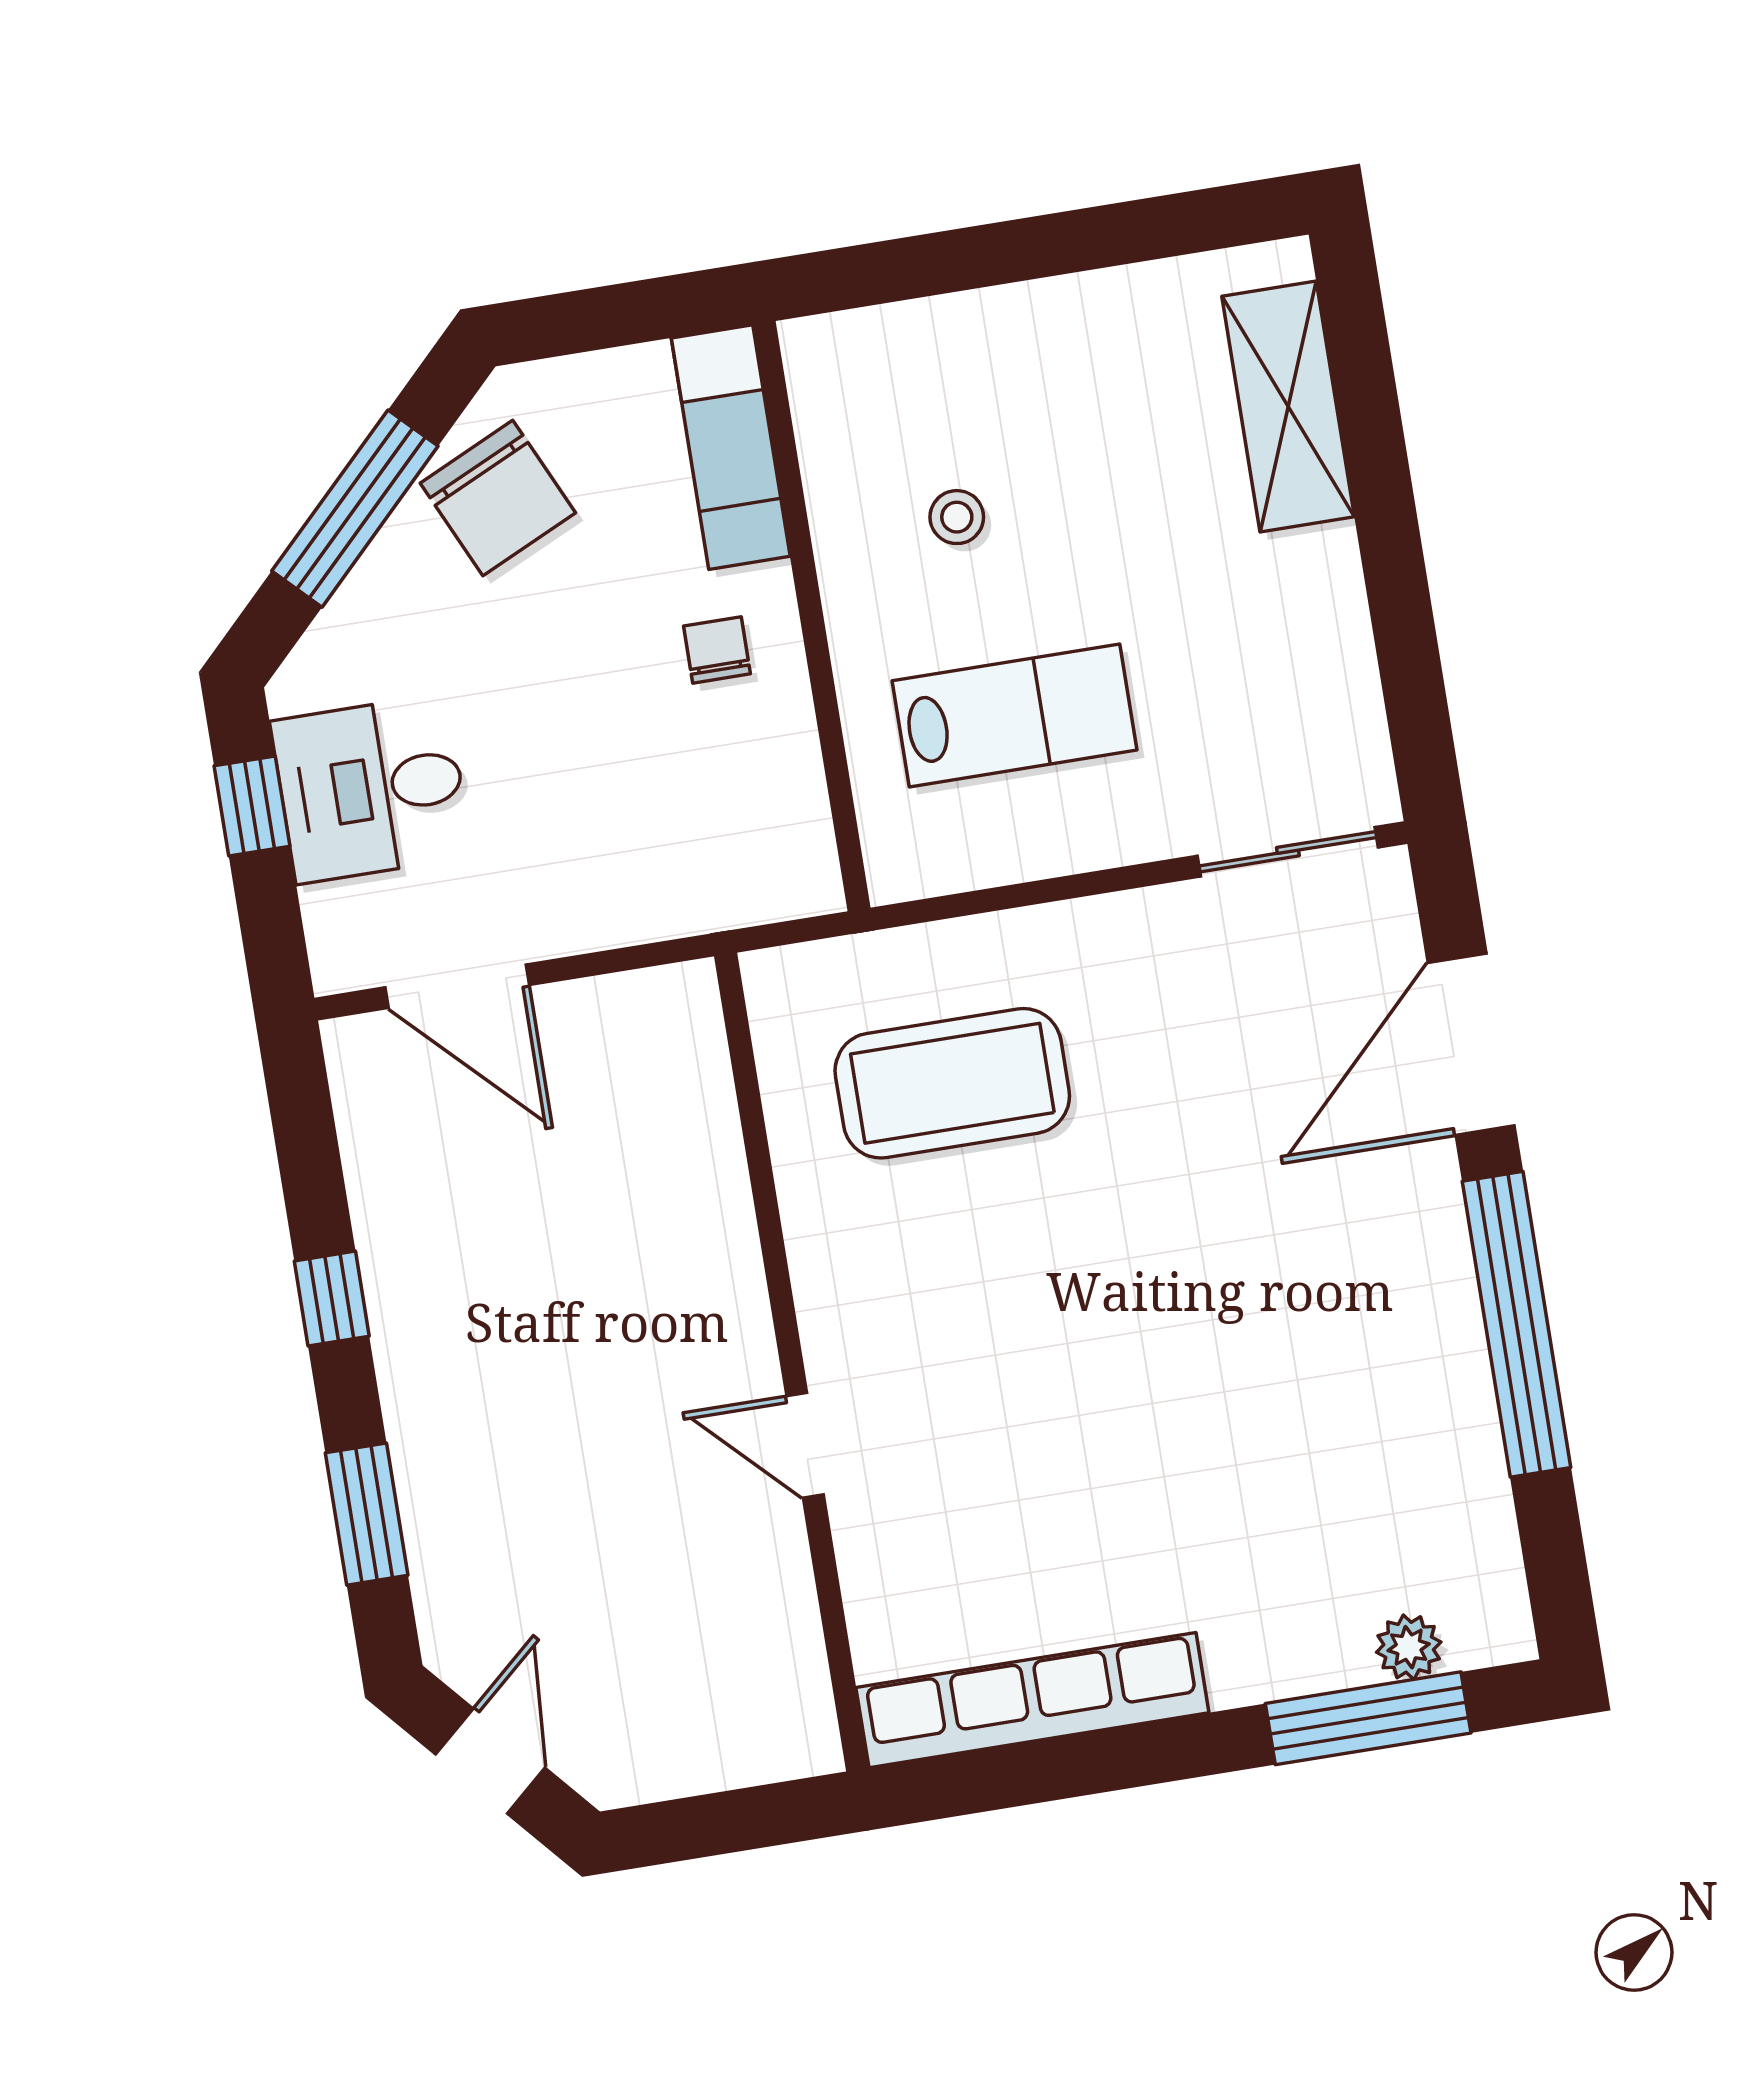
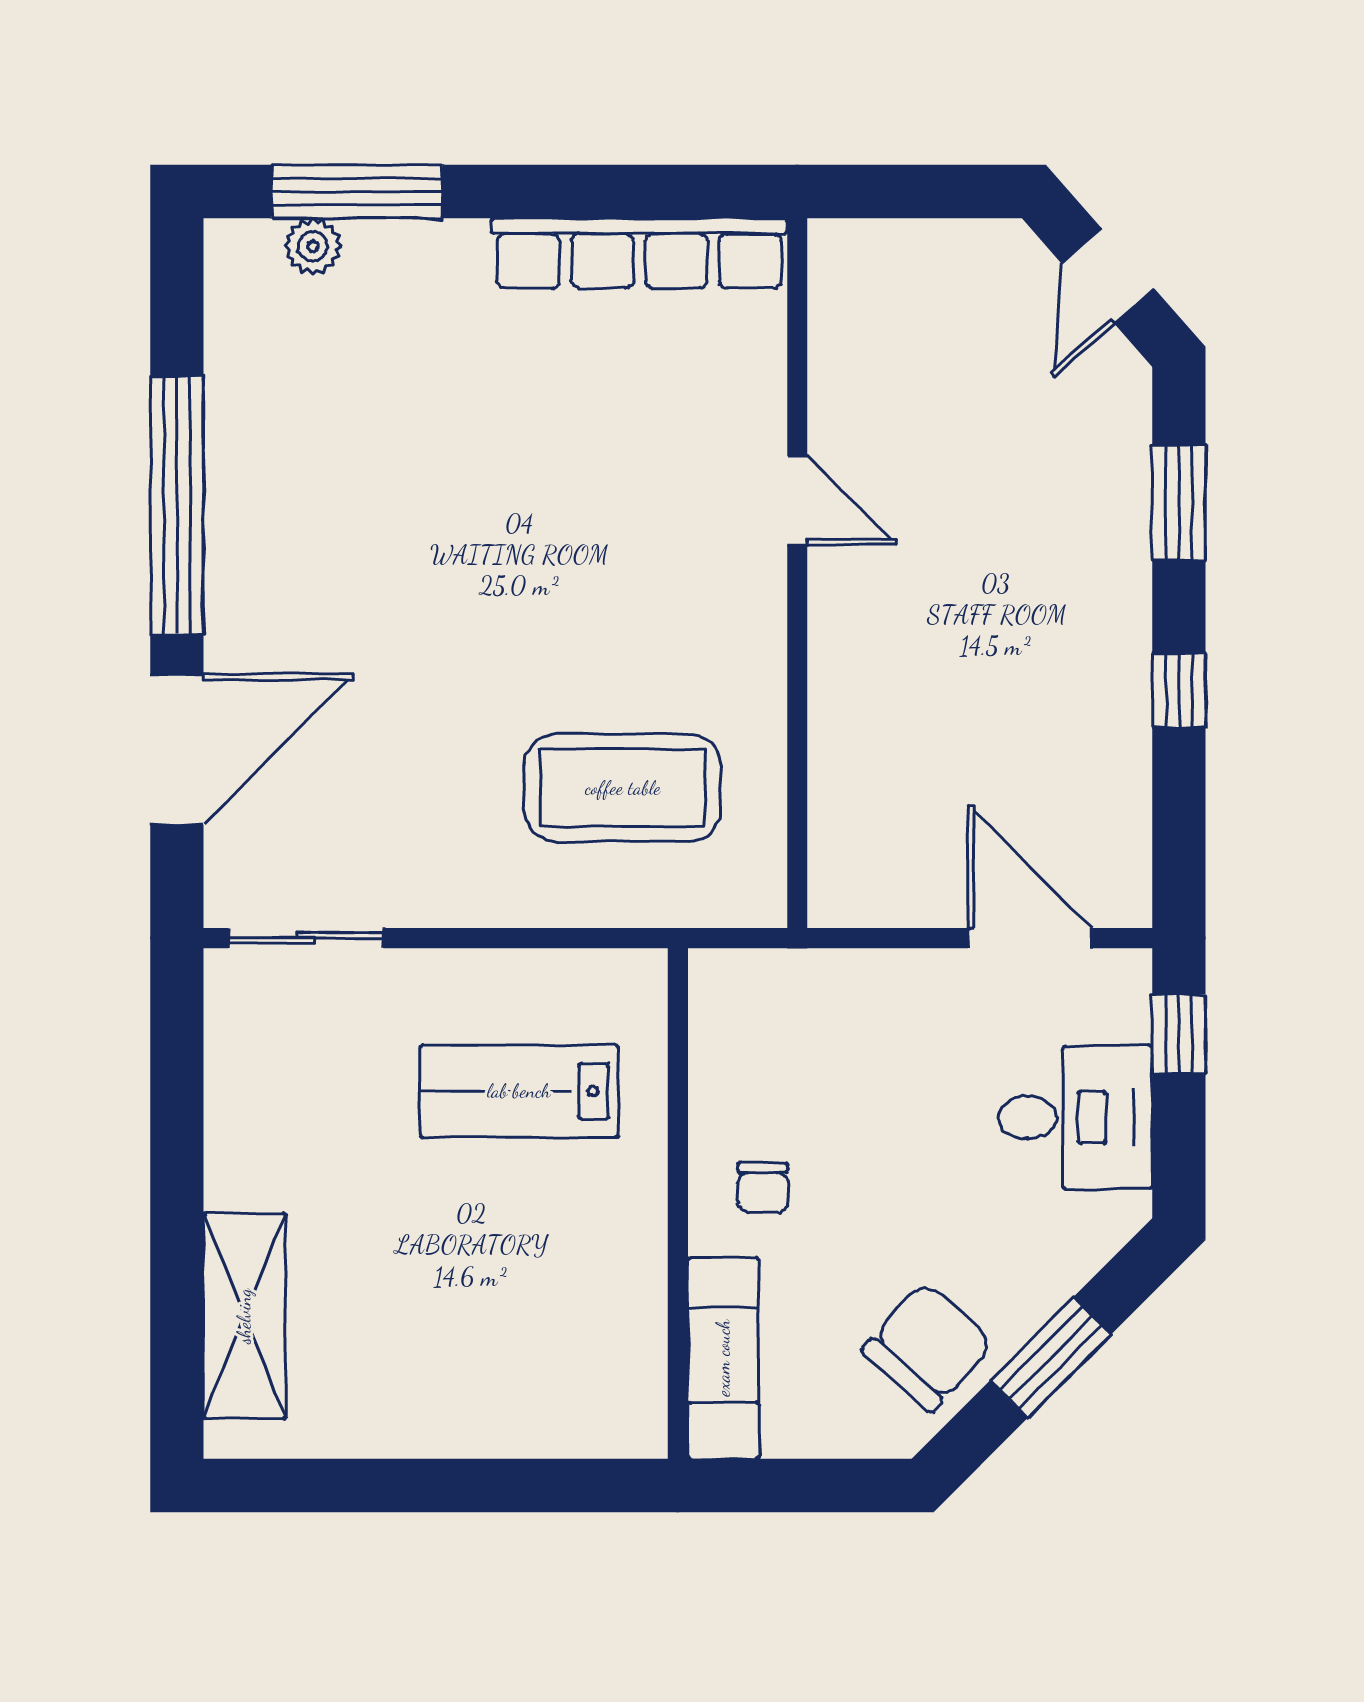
chair: (498, 498) -> (928, 1347), turned 67
window: (355, 509) -> (1051, 1358), width x0.69
stool: (957, 517) -> (541, 1268), removed
window: (252, 806) -> (1179, 1034), moved

